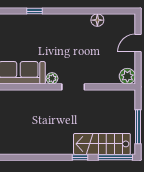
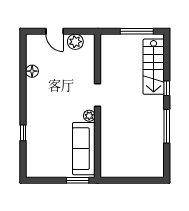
plant: (127, 76) -> (75, 42), moved
window: (115, 157) -> (167, 126), moved

